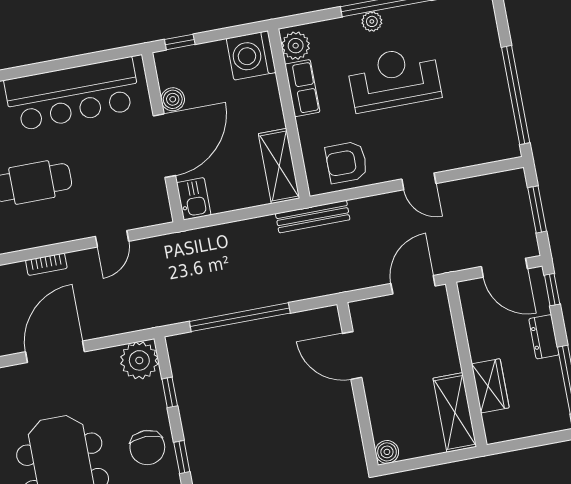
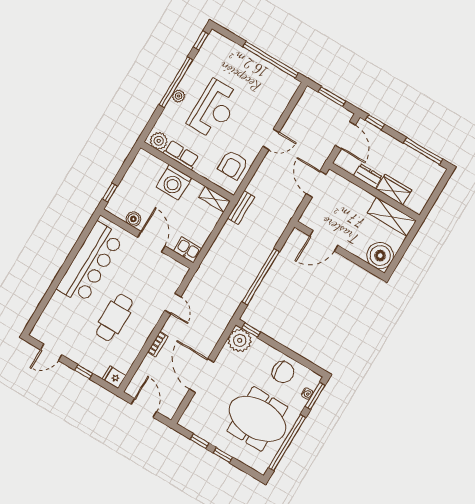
washing machine: (251, 55) -> (174, 182), moved
reception desk: (394, 79) -> (214, 109), turned 180
door: (164, 146) -> (151, 242), width x0.73
shelving: (279, 166) -> (215, 199), width x0.67, depth x0.75
bench: (313, 217) -> (241, 207), width x0.73
door: (504, 268) -> (345, 135), hinge flipped
dresser: (544, 337) -> (368, 176), moved, turned 180
window: (170, 392) -> (251, 330), moved
boiler: (387, 452) -> (380, 256), width x1.86, depth x1.86
window: (182, 457) -> (301, 360), removed

